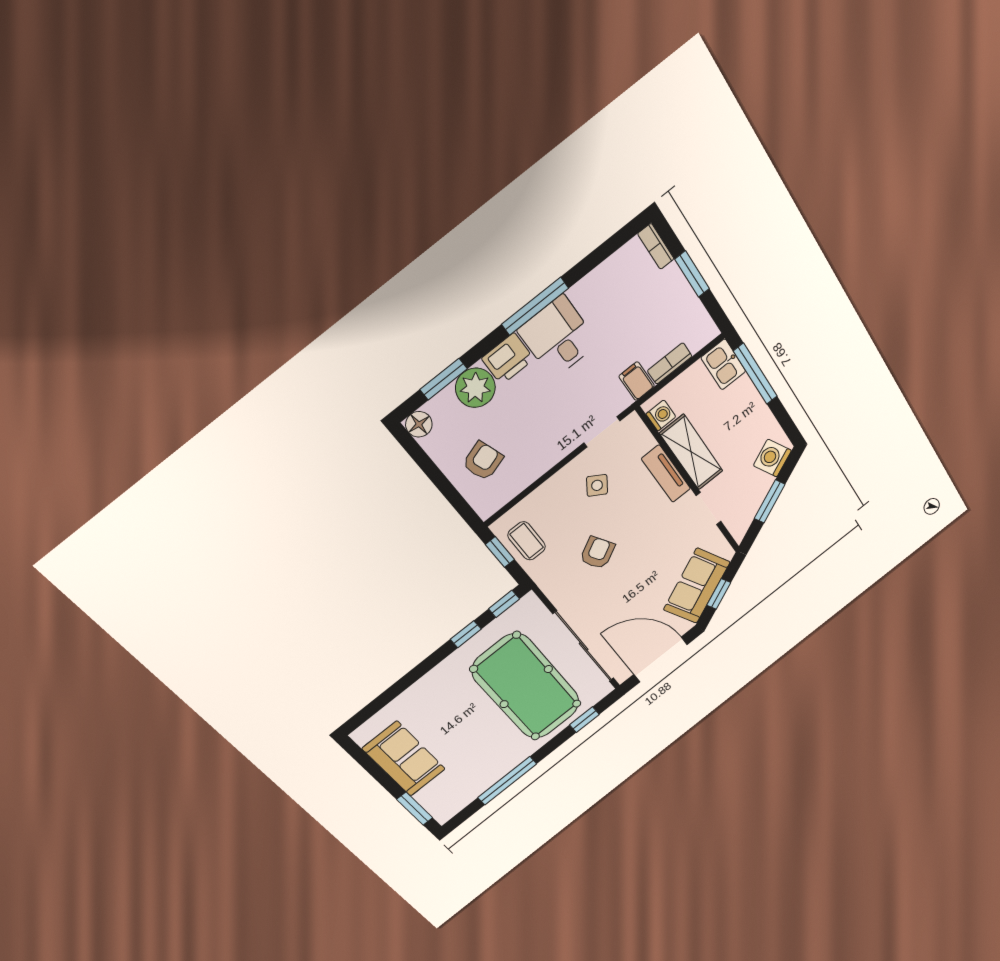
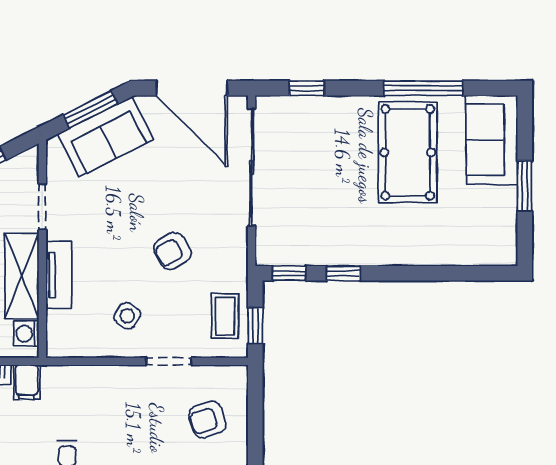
doorway: (602, 432) -> (169, 361), moved
window: (719, 594) -> (90, 109), width x1.50
pool table: (526, 687) -> (408, 152), moved, width x0.73, depth x0.76
sofa: (404, 759) -> (492, 140), moved
window: (415, 809) -> (525, 186), moved

